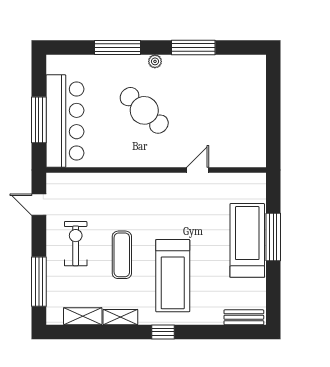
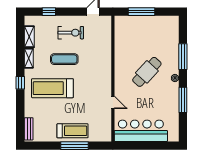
bar counter: (65, 121) -> (141, 131), moved, turned 180
treadmill: (247, 240) -> (73, 131), width x0.73, depth x0.73
window: (39, 282) -> (49, 12), width x0.46

